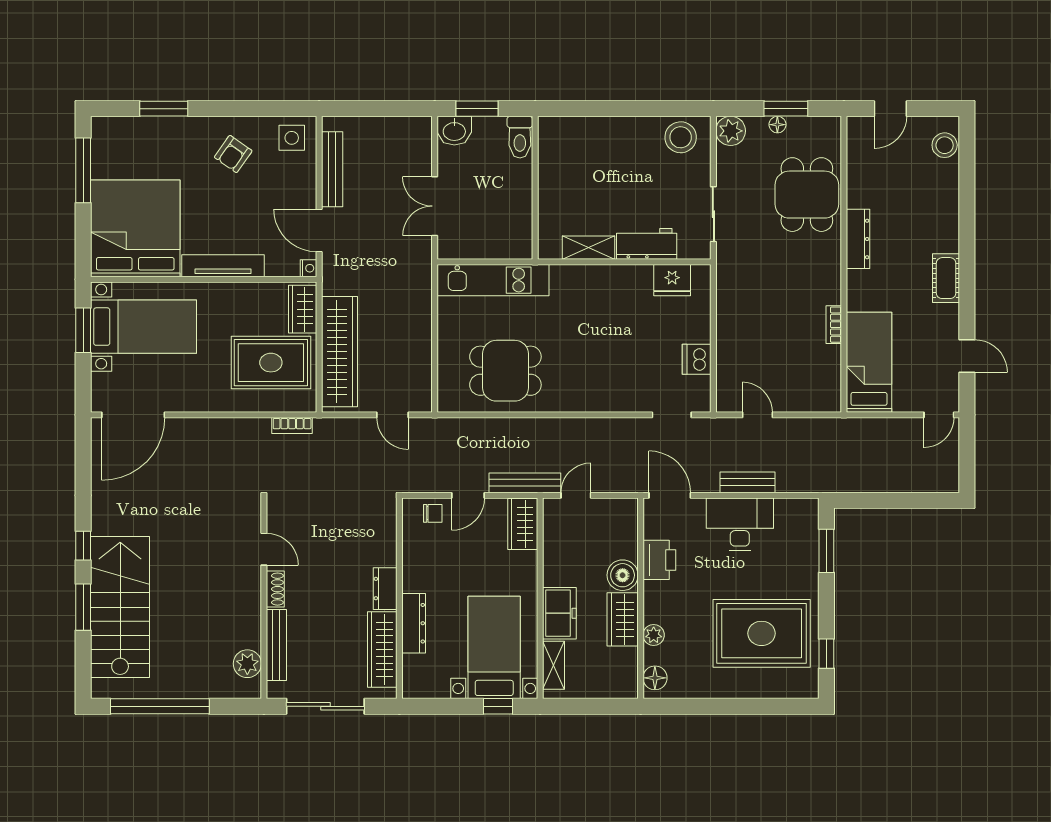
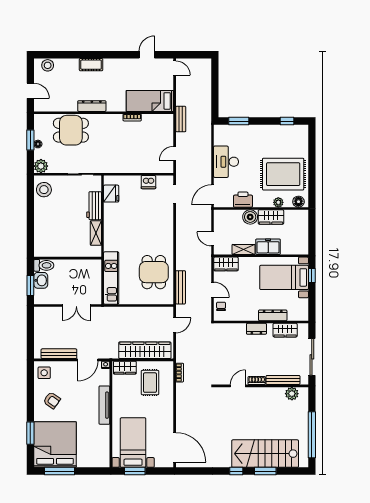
washbasin: (454, 131) -> (41, 280), moved
bed: (135, 228) -> (55, 445), moved, turned 90
cot: (946, 278) -> (91, 65), moved
rug: (271, 363) -> (150, 383), width x0.73, depth x0.70
bench: (747, 482) -> (181, 119), moved
bench: (525, 483) -> (181, 287), moved
rug: (762, 633) -> (283, 174), moved, turned 90
wardrobe: (382, 649) -> (285, 330), width x0.67
shelving: (553, 665) -> (244, 249), moved

